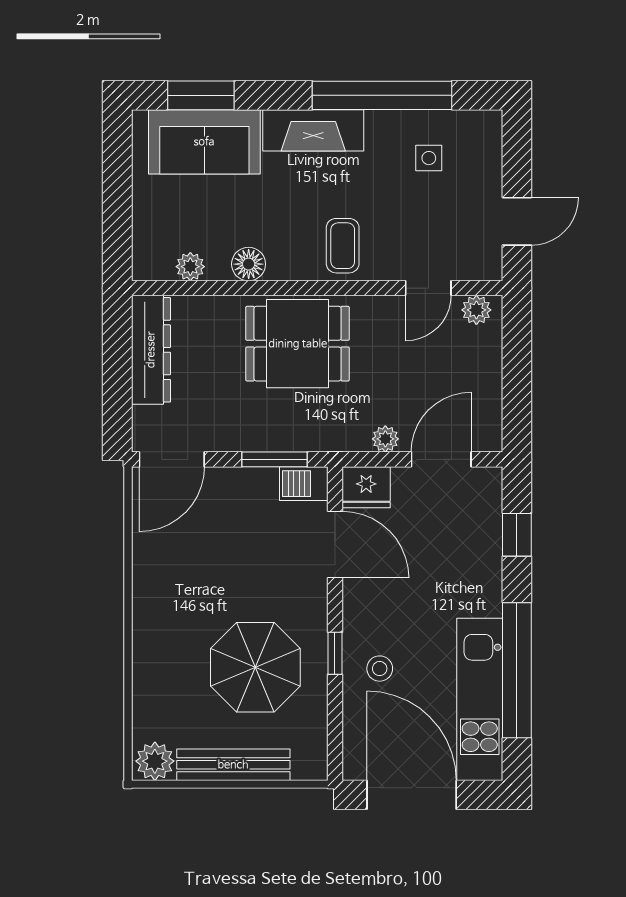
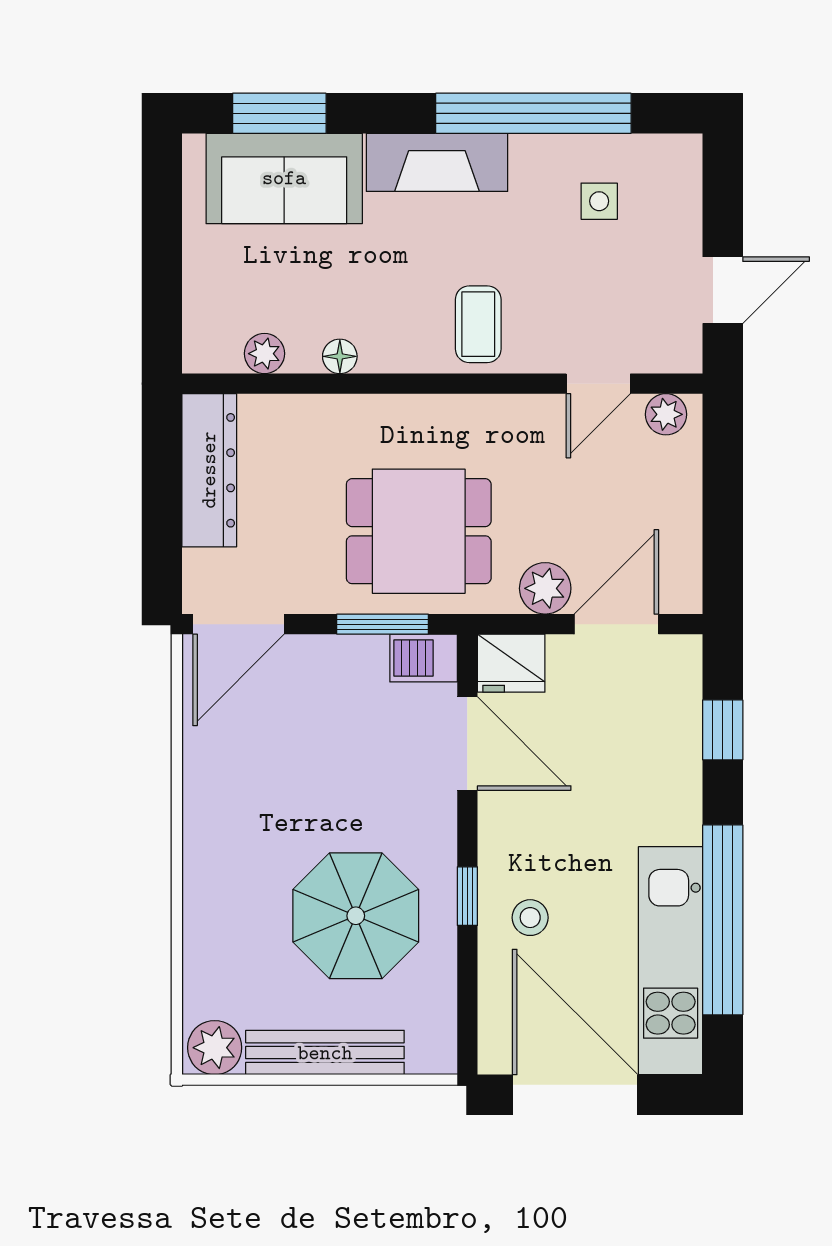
floor lamp: (249, 264) -> (340, 356), width x0.73, depth x0.73
dining table: (298, 344) -> (419, 531), moved
plant: (385, 439) -> (545, 588), width x1.38, depth x1.38

